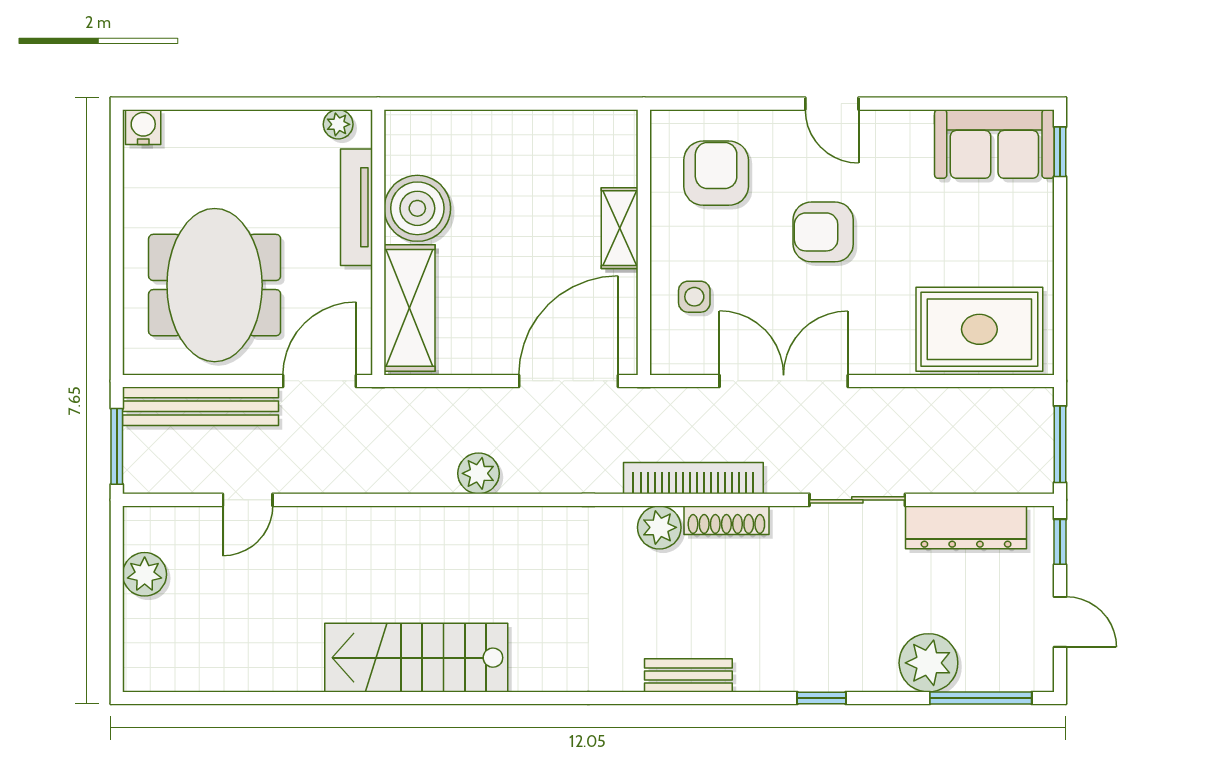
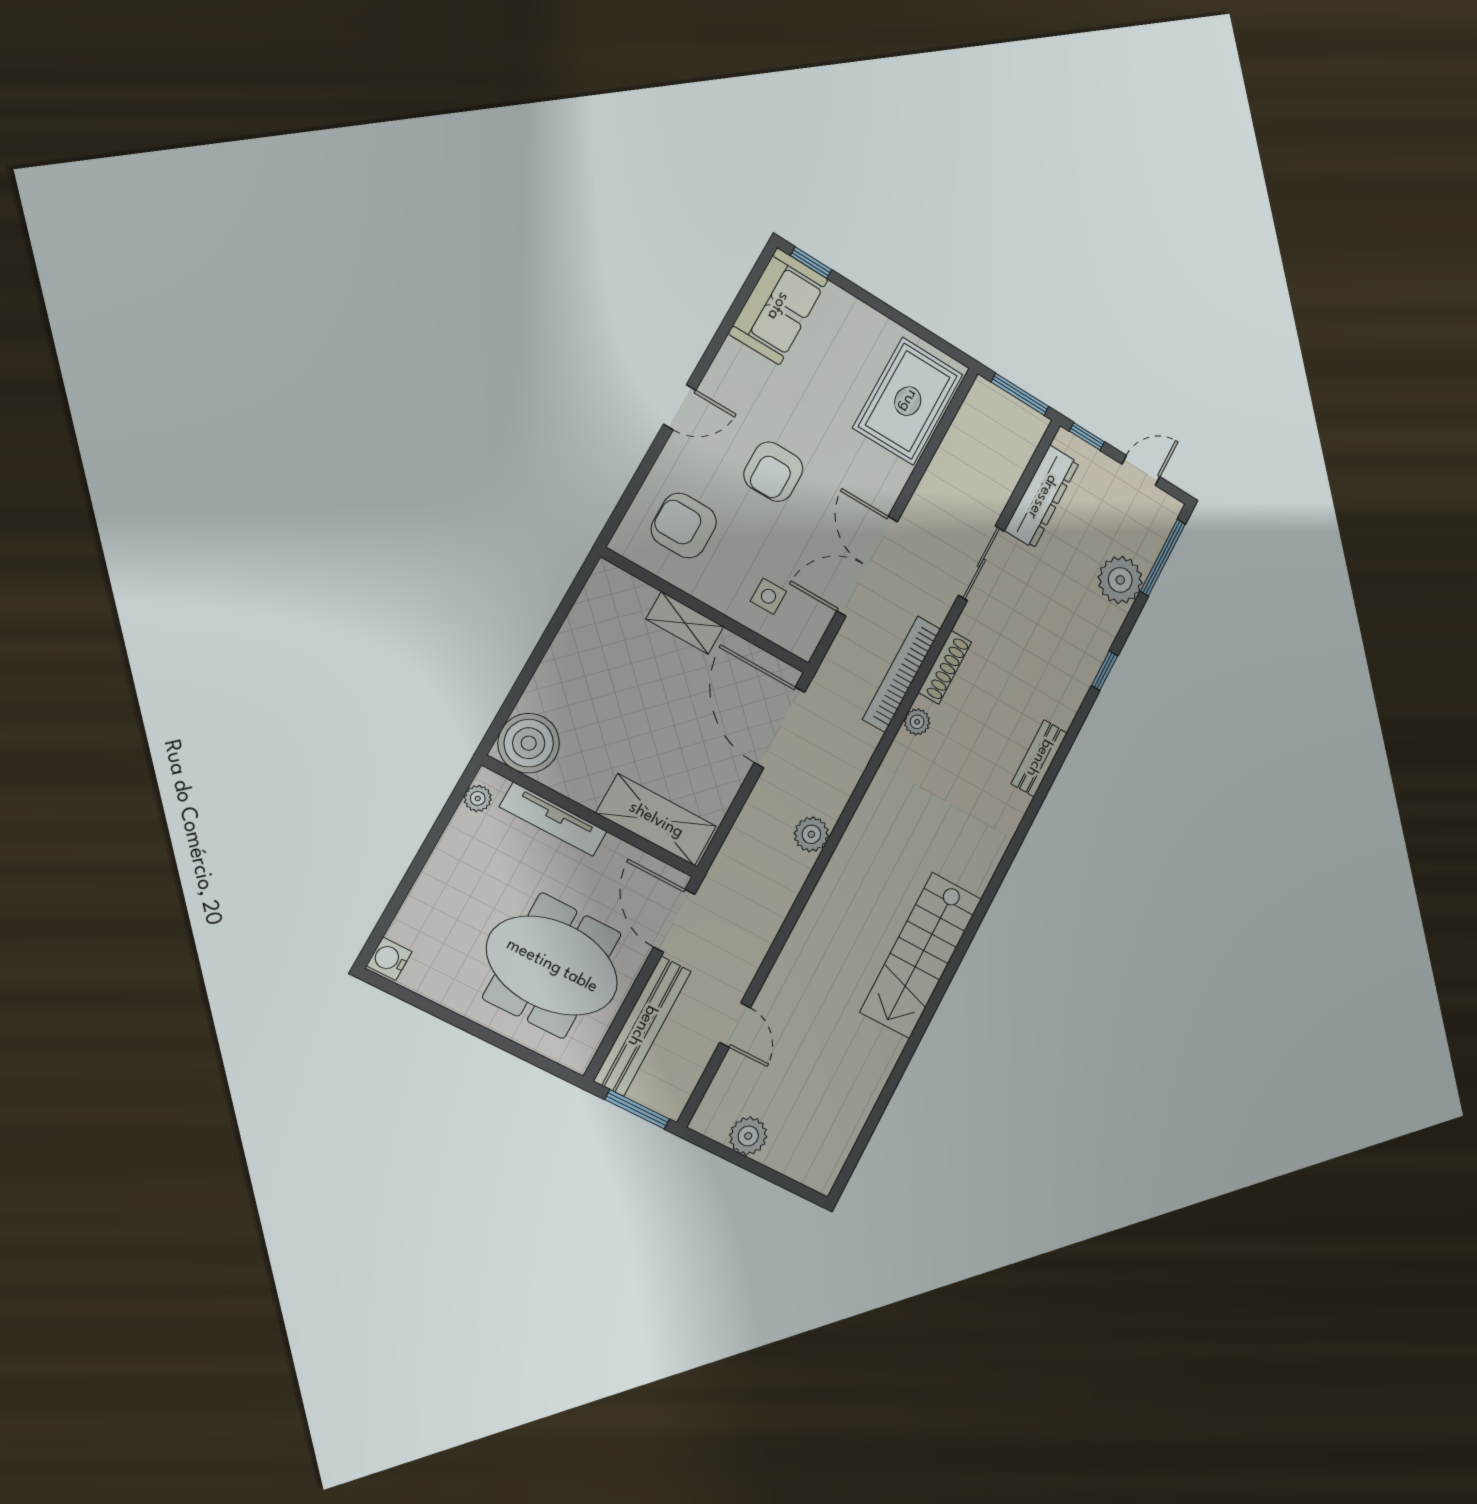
boiler: (417, 208) -> (529, 743), moved
plant: (659, 527) -> (917, 722), width x0.73, depth x0.73

